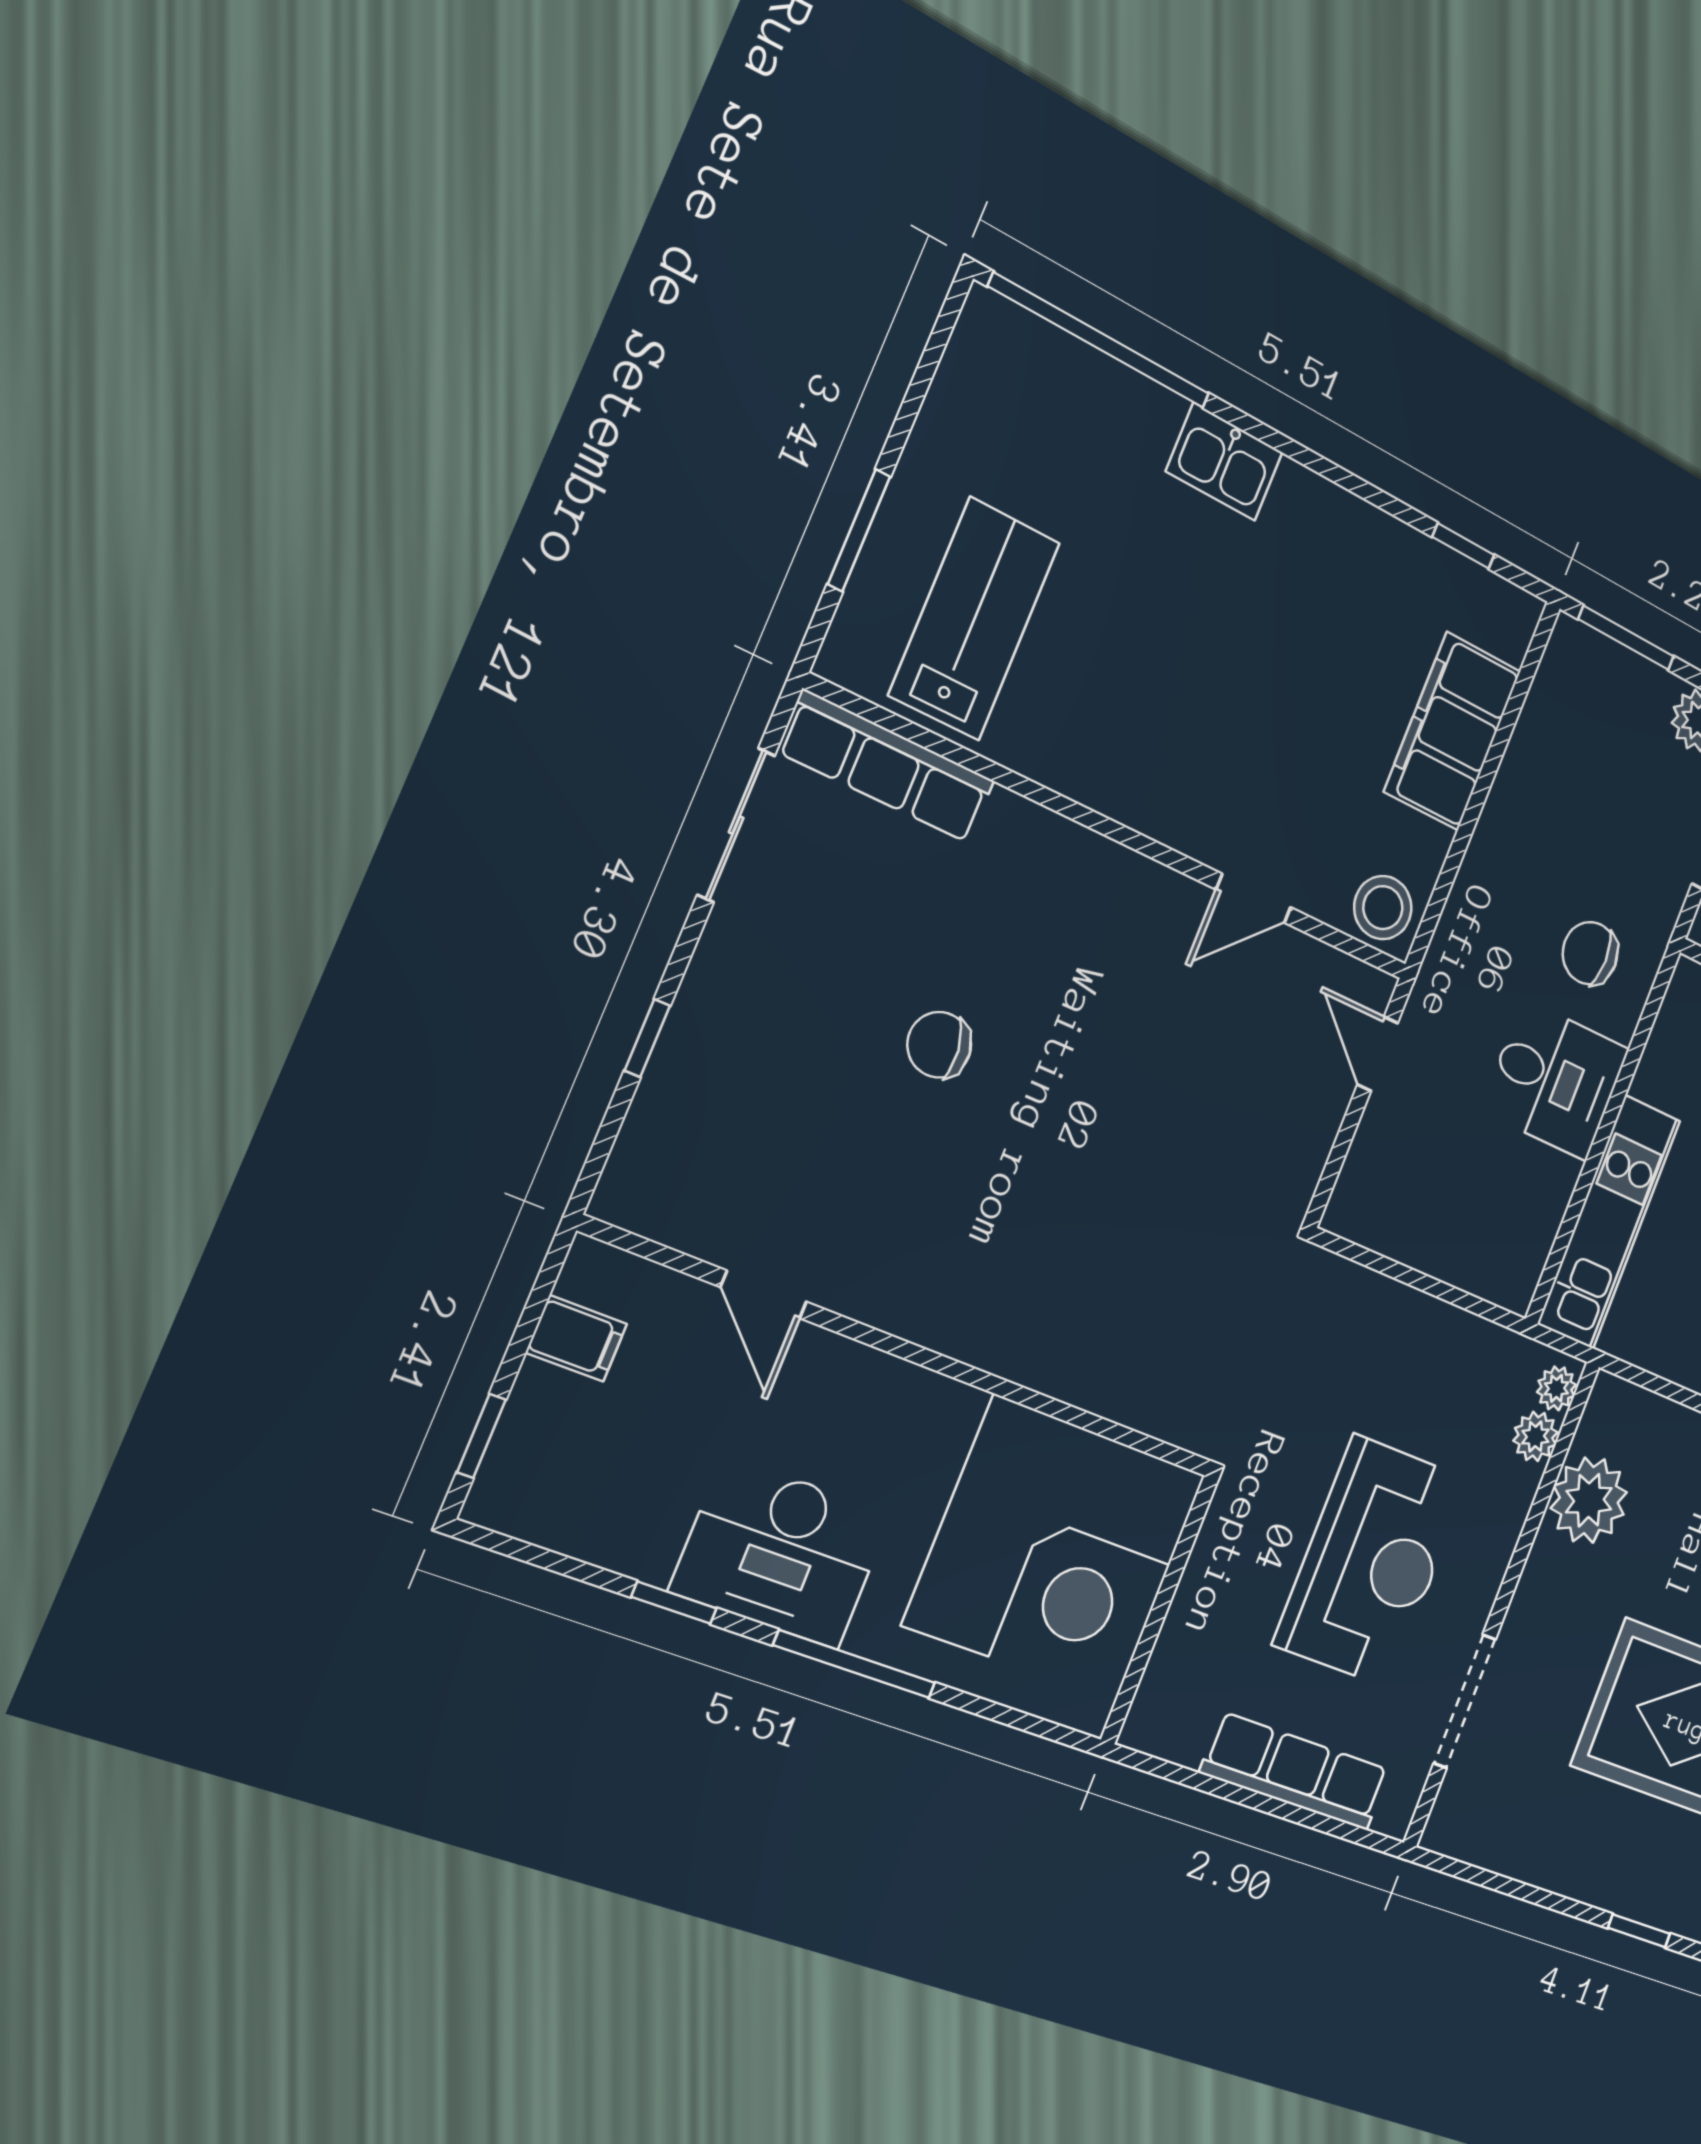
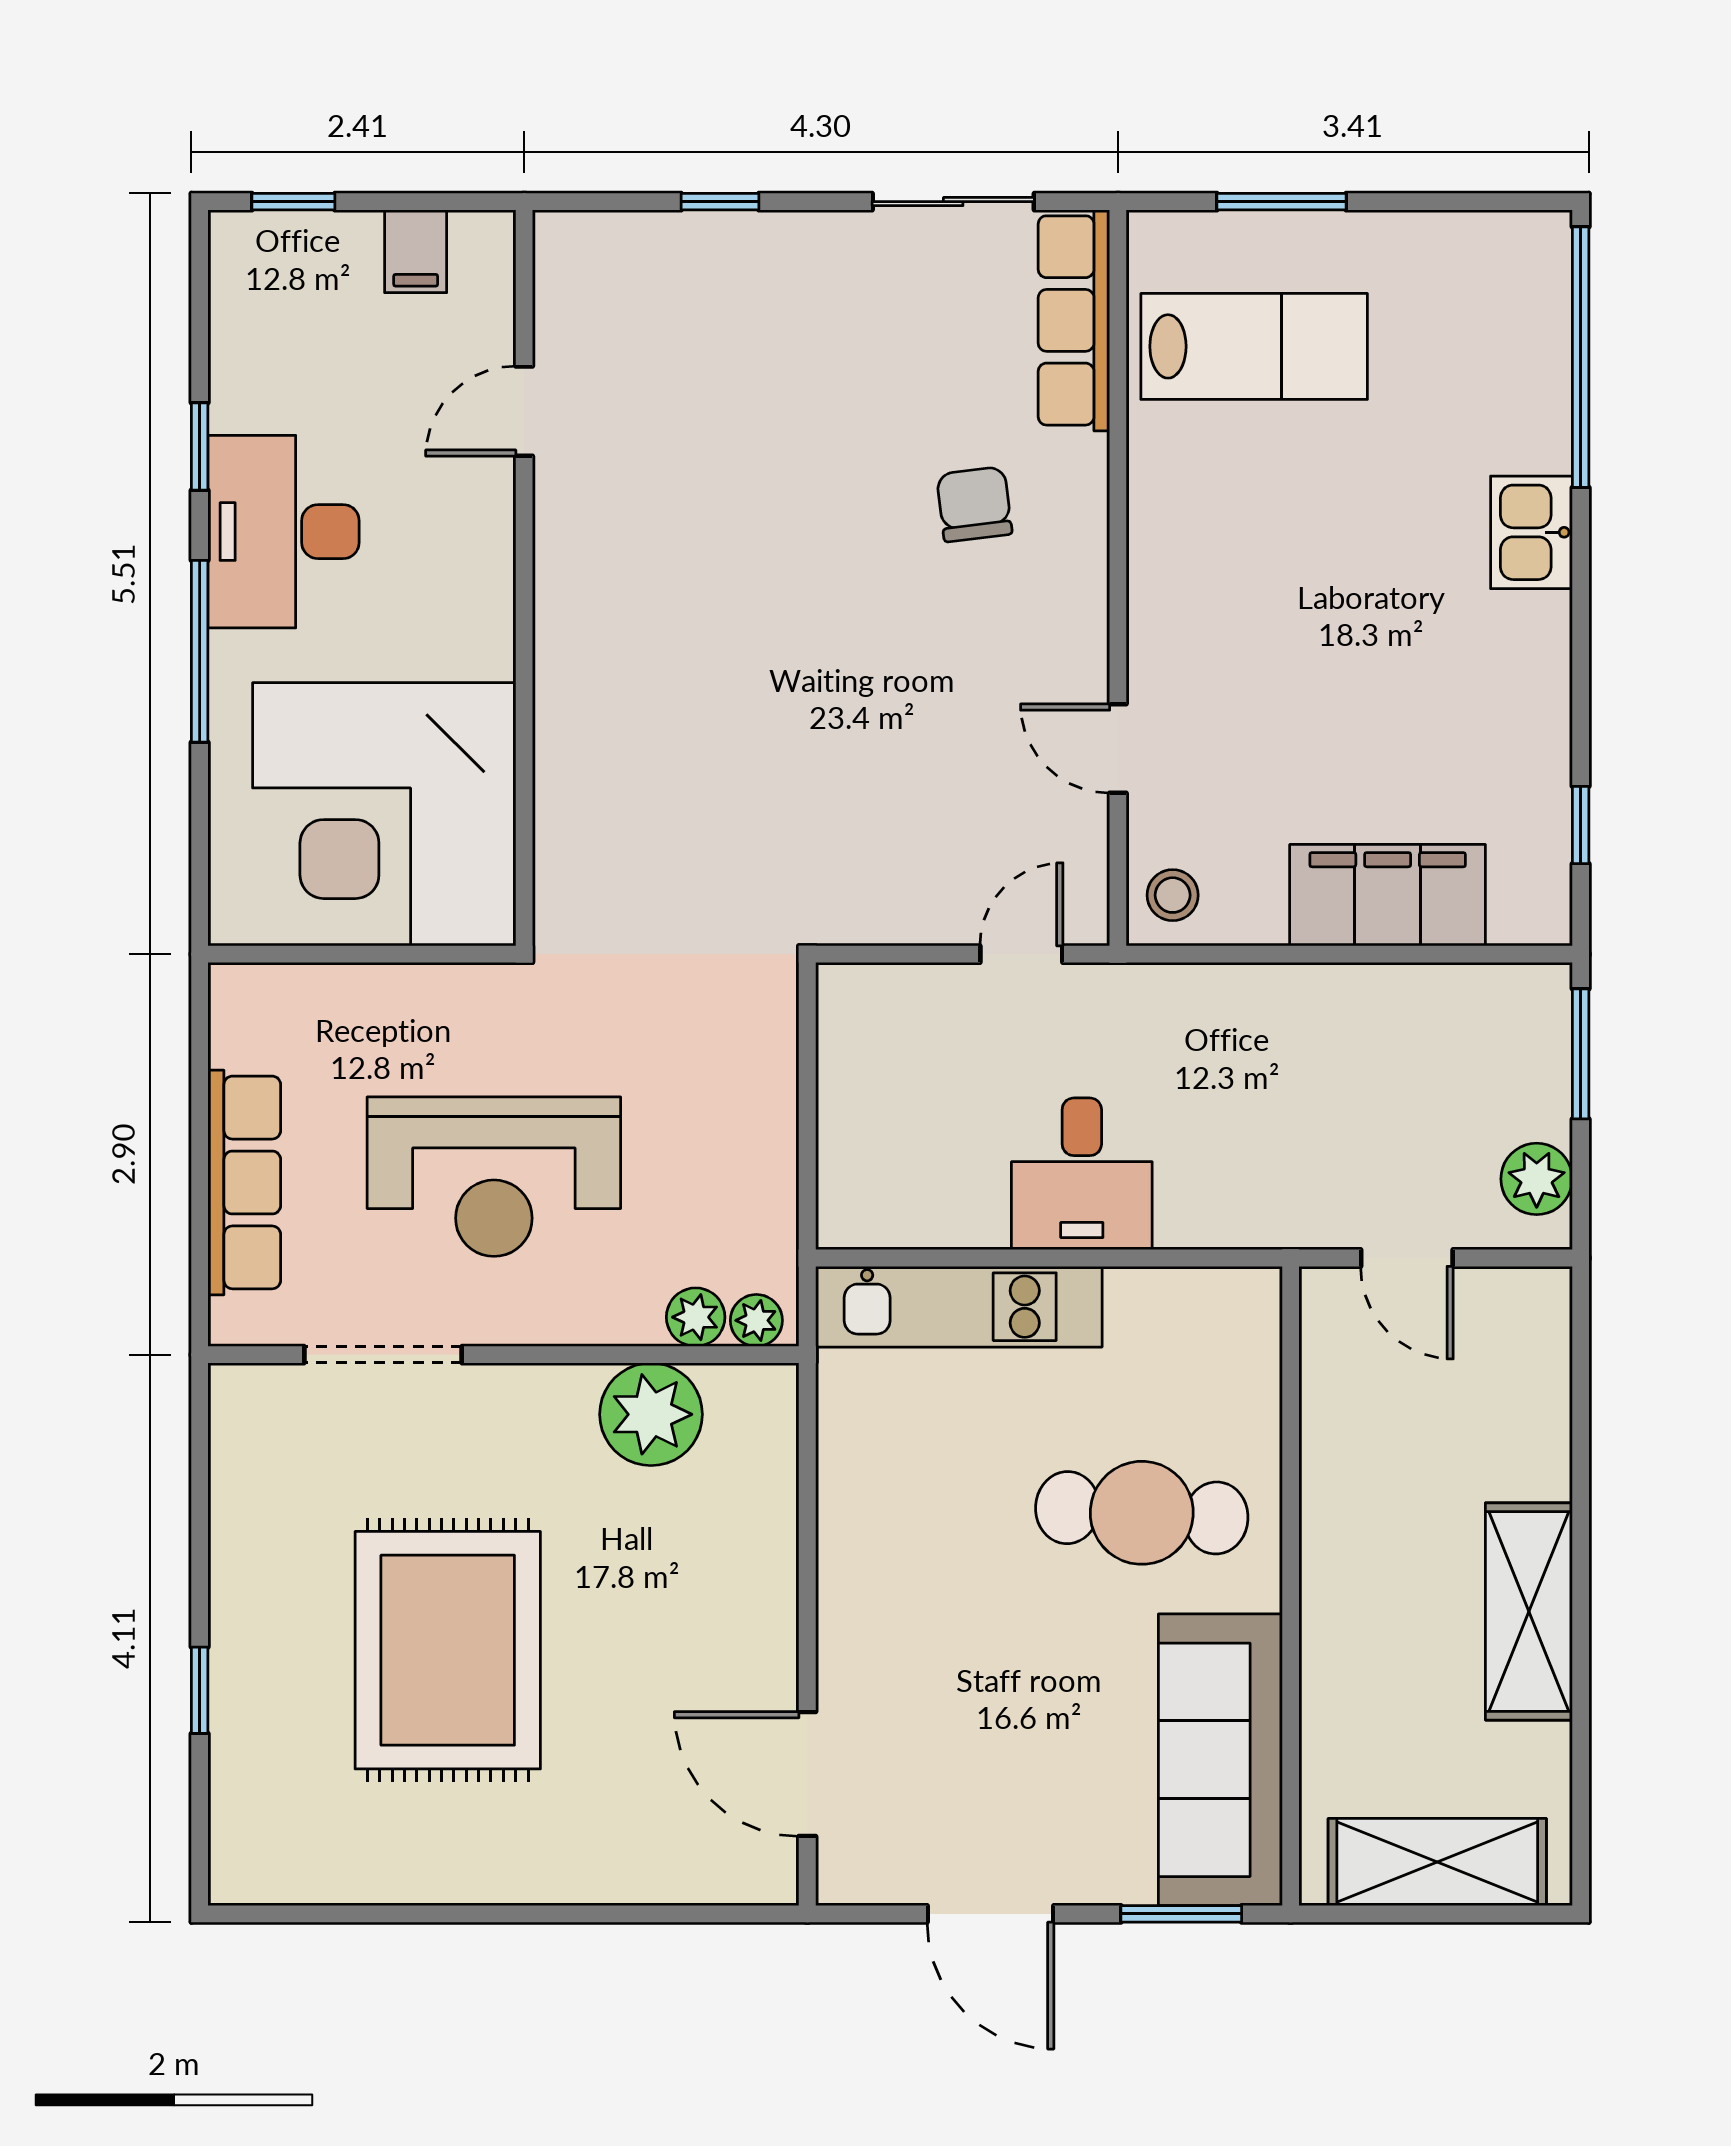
stool: (1383, 908) -> (1173, 895), width x0.73, depth x0.73
chair: (1590, 953) -> (1233, 1157), removed
chair: (939, 1045) -> (974, 504), moved

